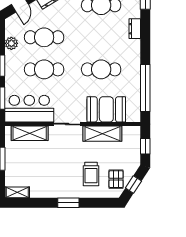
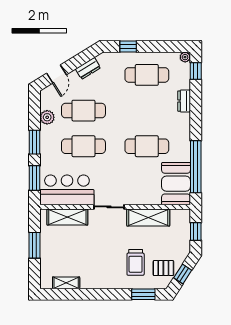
booth: (106, 109) -> (176, 184), moved, turned 90
pallet: (116, 179) -> (163, 268), turned 90
shelving: (17, 192) -> (66, 283), moved
window: (68, 203) -> (143, 294), moved

